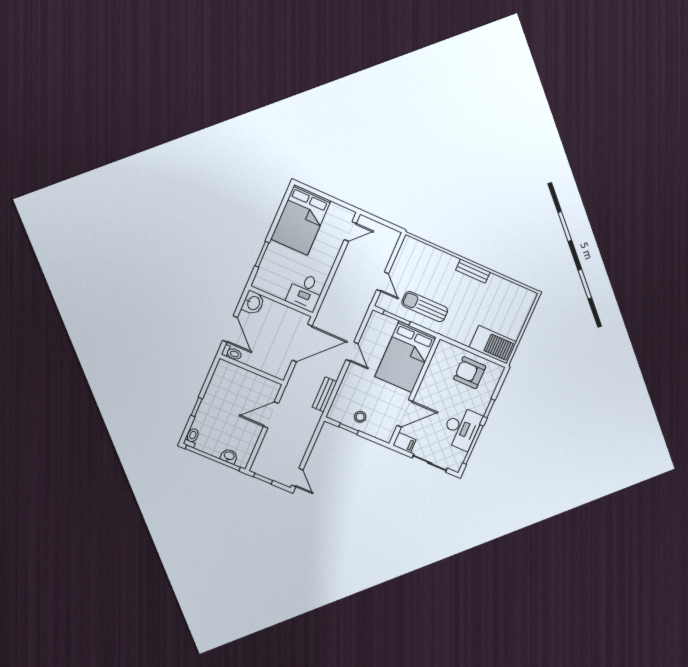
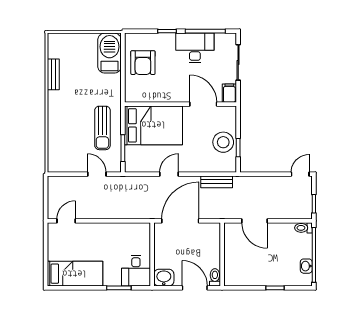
bed: (301, 220) -> (75, 274), width x0.67
door: (350, 231) -> (66, 221), hinge flipped
bench: (473, 271) -> (53, 74), moved
door: (383, 282) -> (97, 174), hinge flipped
desk: (305, 292) -> (136, 271), moved, turned 90
door: (230, 329) -> (195, 288), hinge flipped
door: (302, 343) -> (180, 221), hinge flipped
stool: (360, 417) -> (223, 142), width x1.89, depth x1.89
toilet: (192, 437) -> (303, 228), moved
washbasin: (229, 456) -> (306, 266), moved

